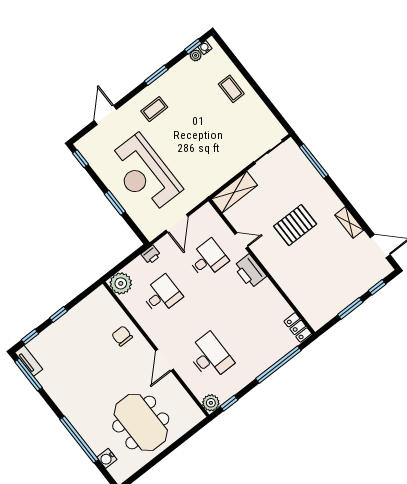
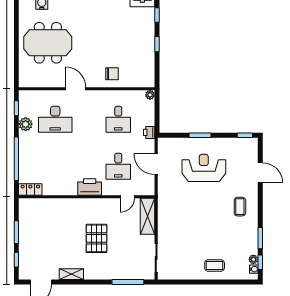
window: (156, 75) -> (260, 238), moved
reception desk: (144, 174) -> (204, 168), width x0.74, depth x0.77
door: (241, 240) -> (127, 197), moved
plant: (121, 283) -> (150, 95), width x0.53, depth x0.53
plant: (211, 403) -> (26, 124), moved

